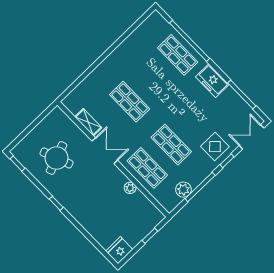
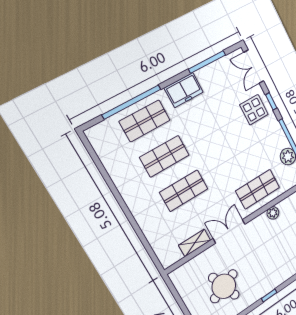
shop shelf: (171, 145) -> (165, 156), moved

